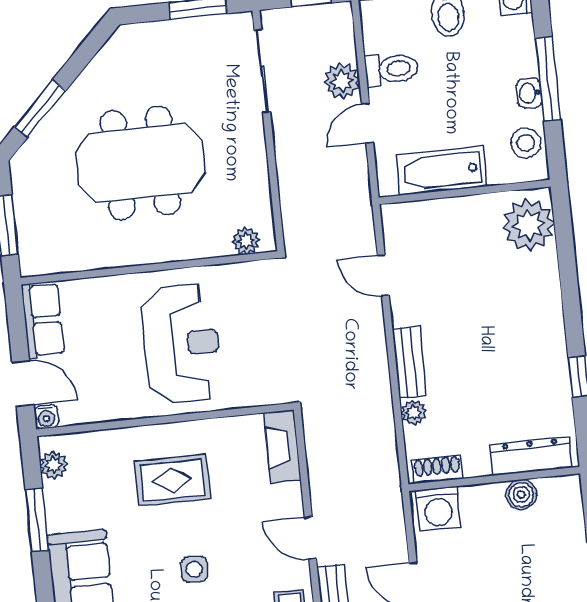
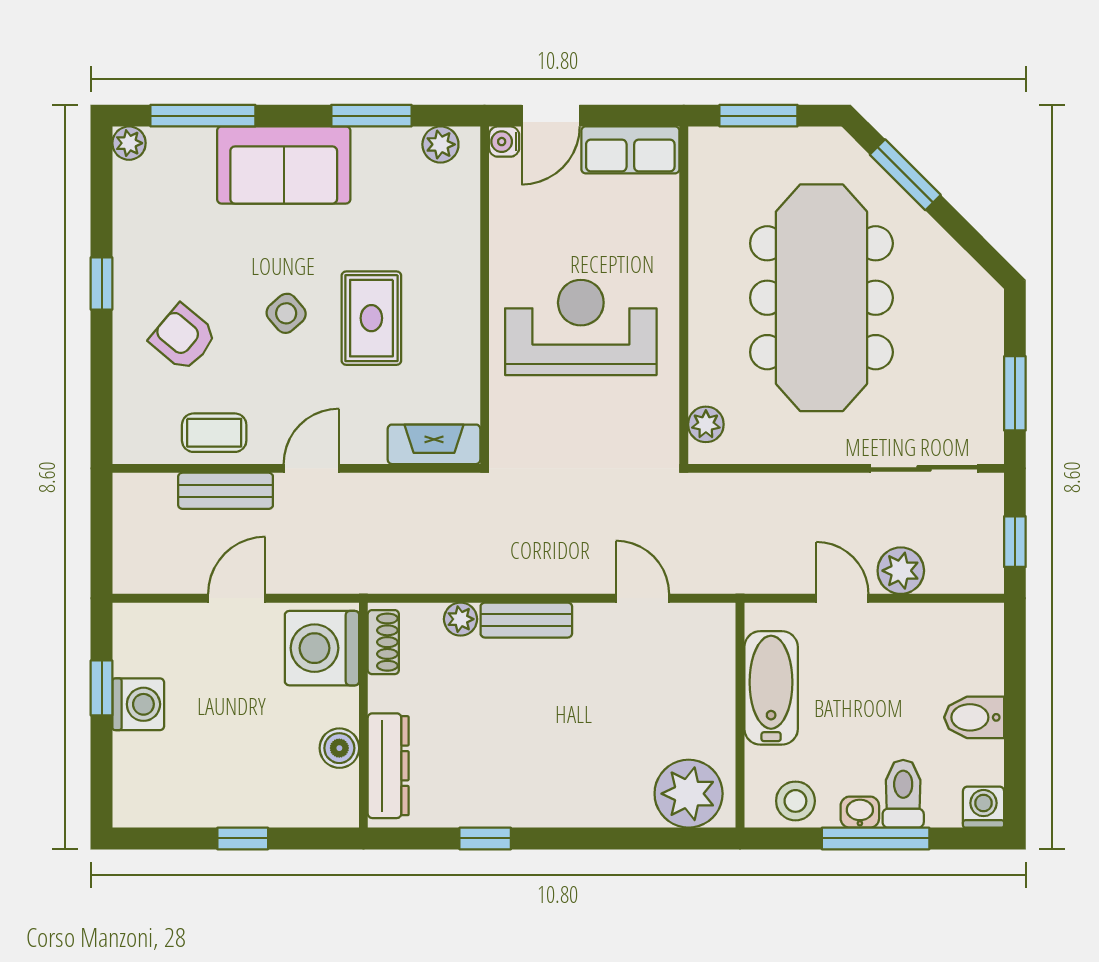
toilet: (391, 69) -> (903, 794), moved, turned 180
meeting table: (140, 163) -> (821, 298), width x1.36
door: (383, 275) -> (642, 598), hinge flipped
reception desk: (182, 344) -> (581, 327), turned 180
rug: (172, 480) -> (371, 318), moved
washing machine: (438, 509) -> (322, 648), width x1.37, depth x1.37
side table: (194, 569) -> (286, 313), turned 45

